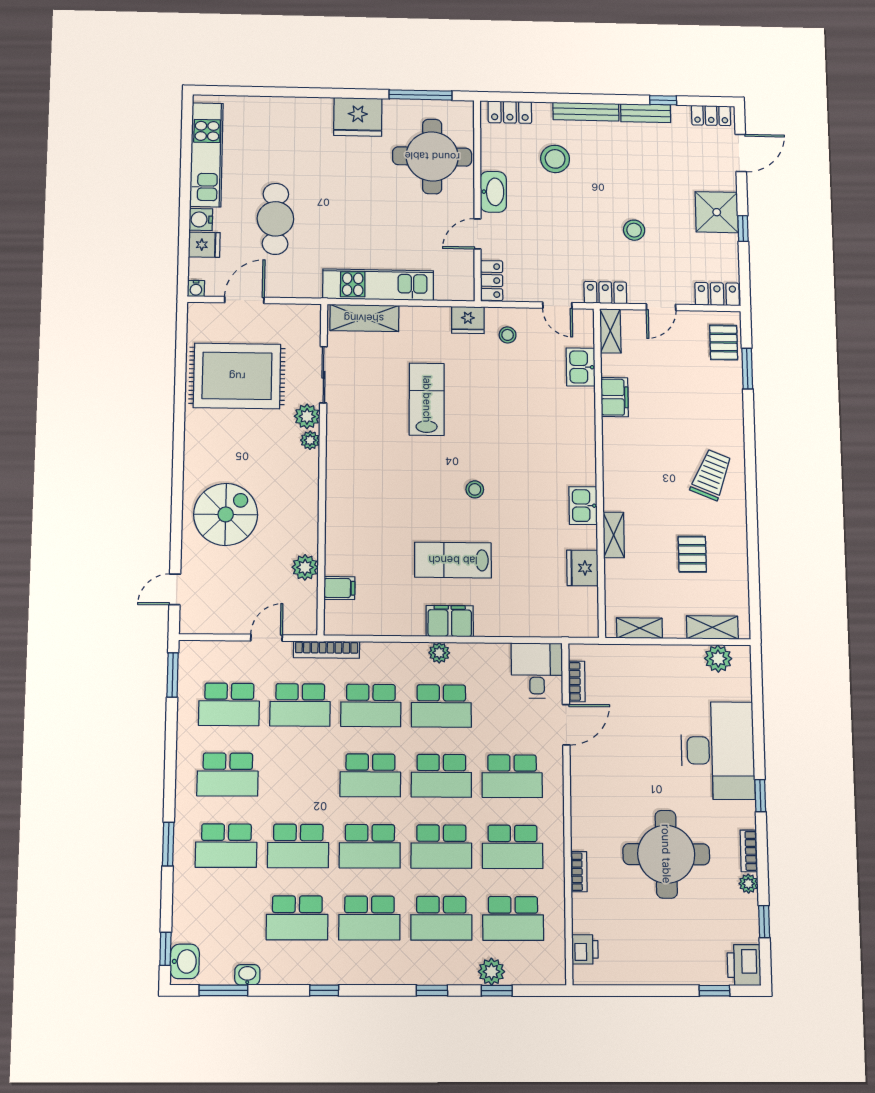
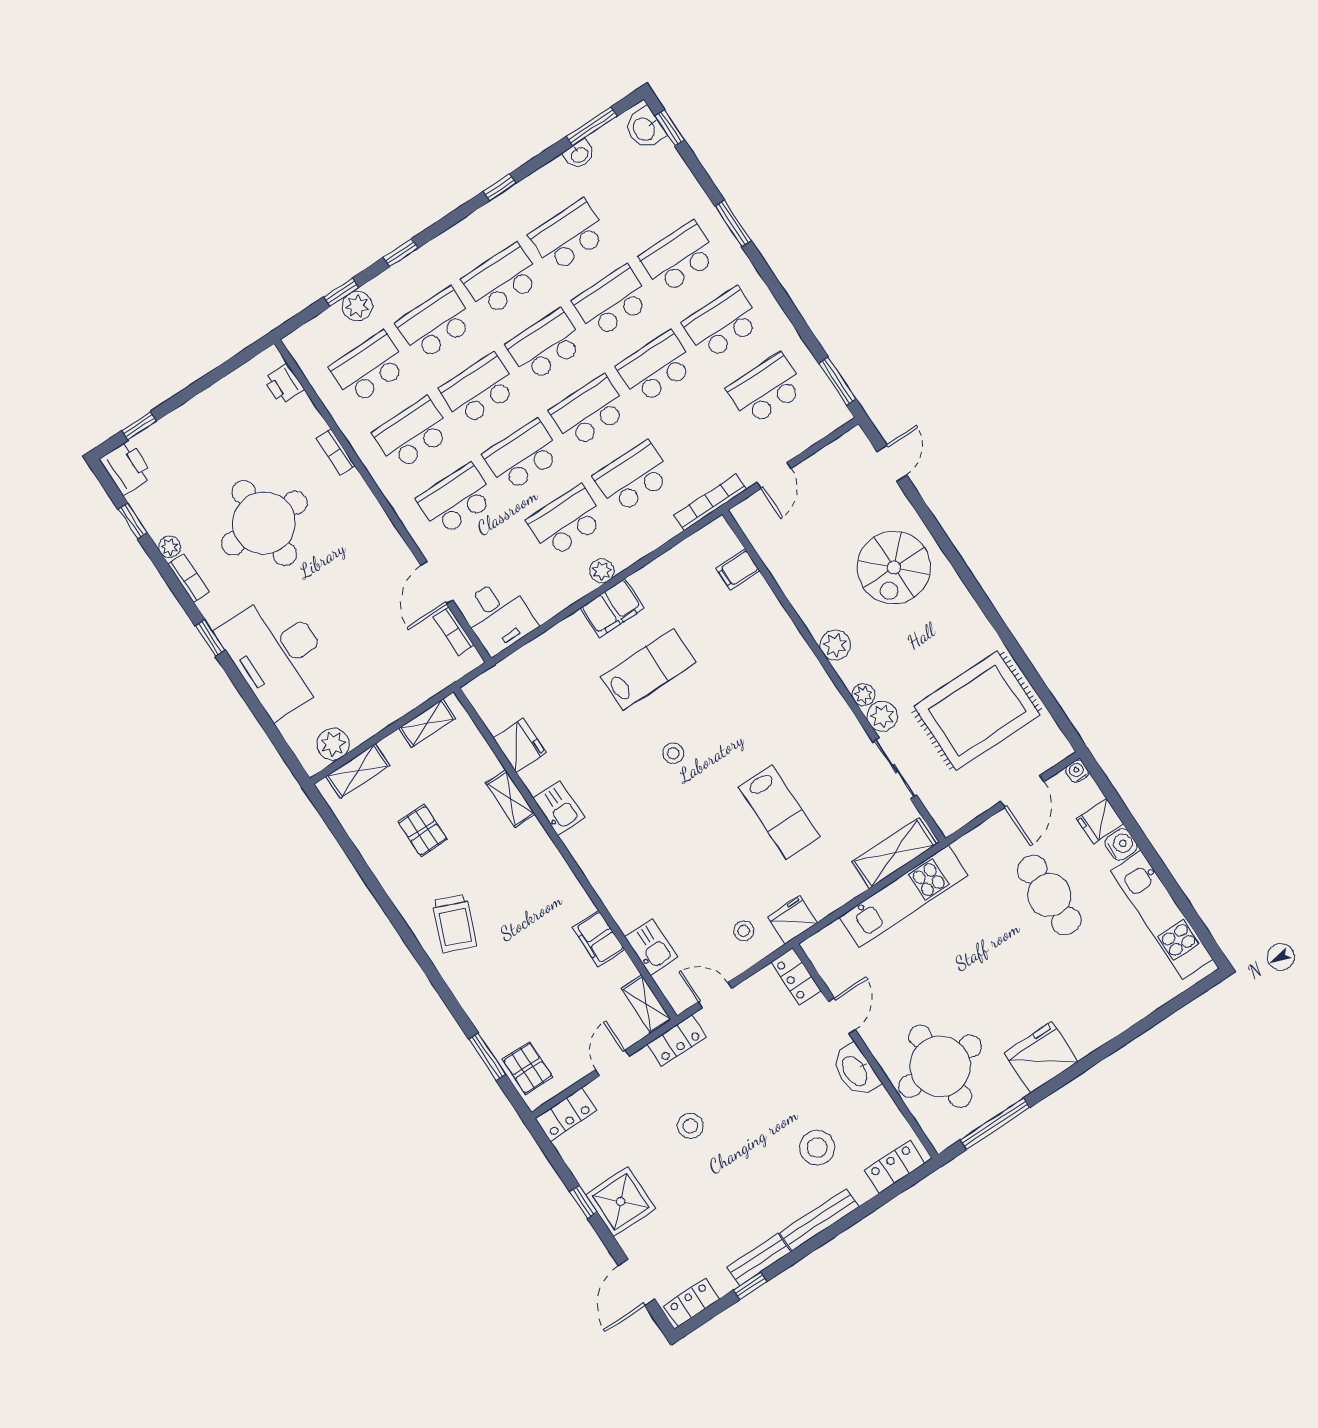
plant: (305, 567) -> (835, 645), moved
school desk: (300, 705) -> (656, 368), moved

